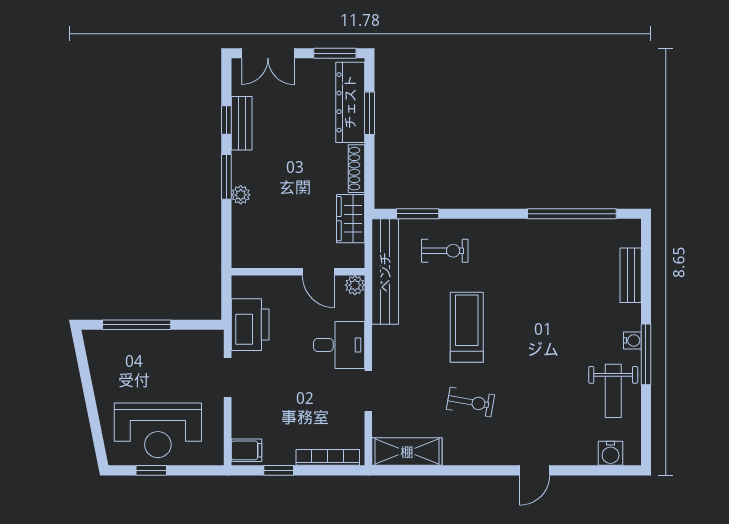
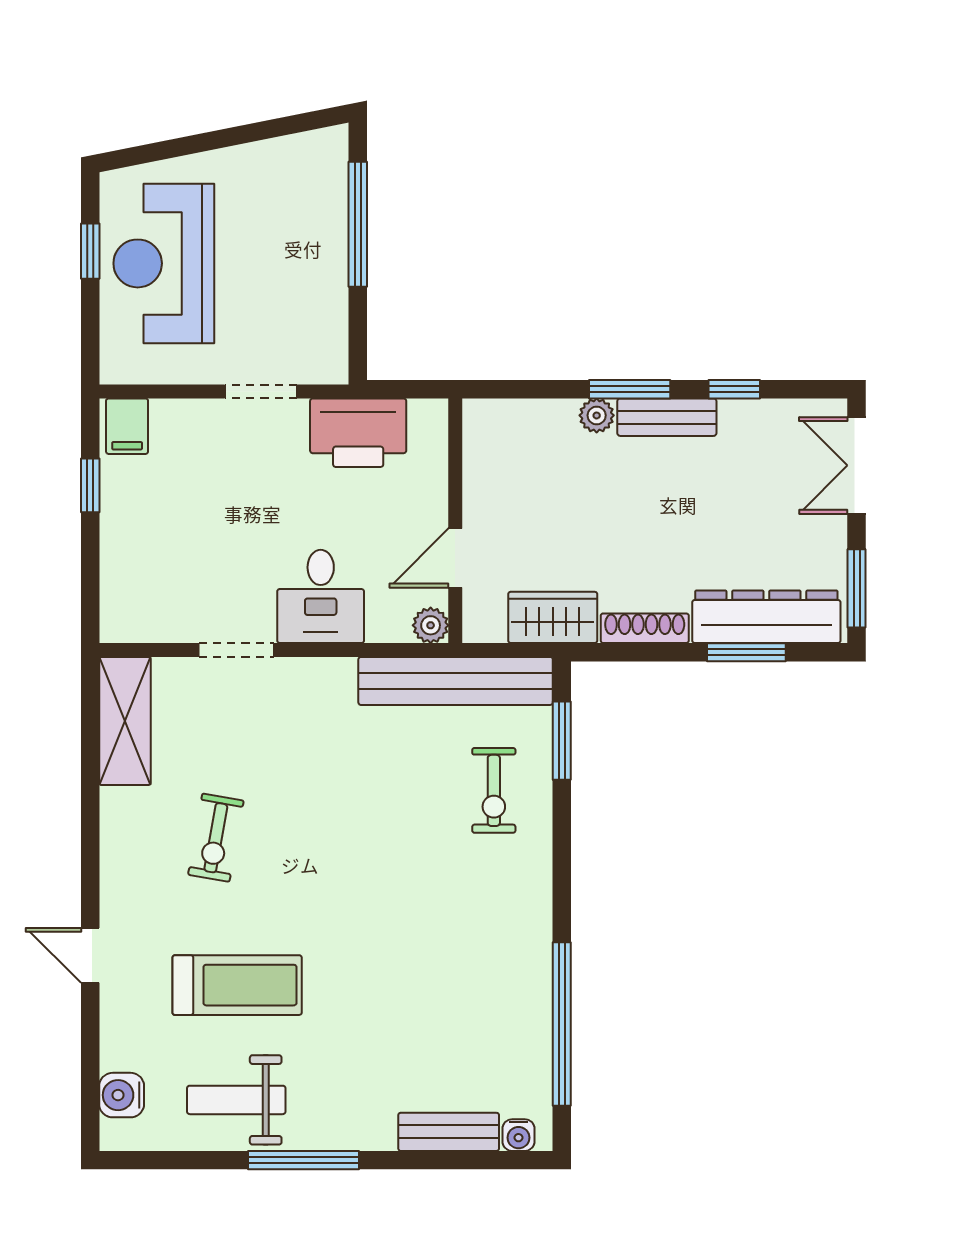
bench: (242, 123) -> (667, 417), moved
treadmill: (467, 327) -> (237, 985), moved
water cooler: (632, 340) -> (519, 1135), moved
bookcase: (328, 457) -> (114, 576), removed

